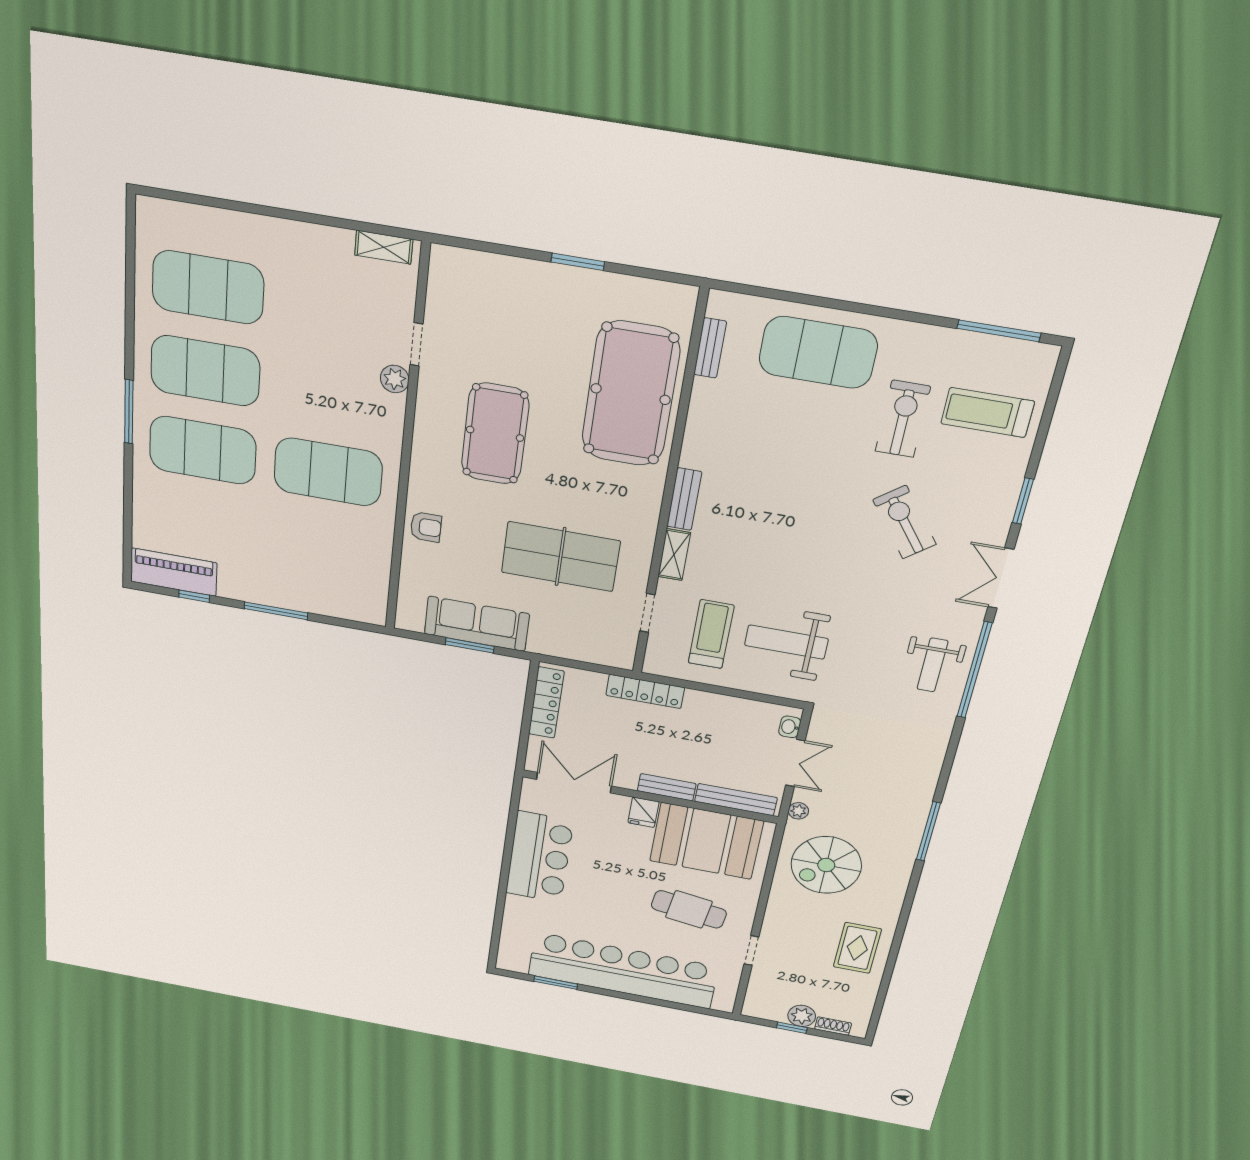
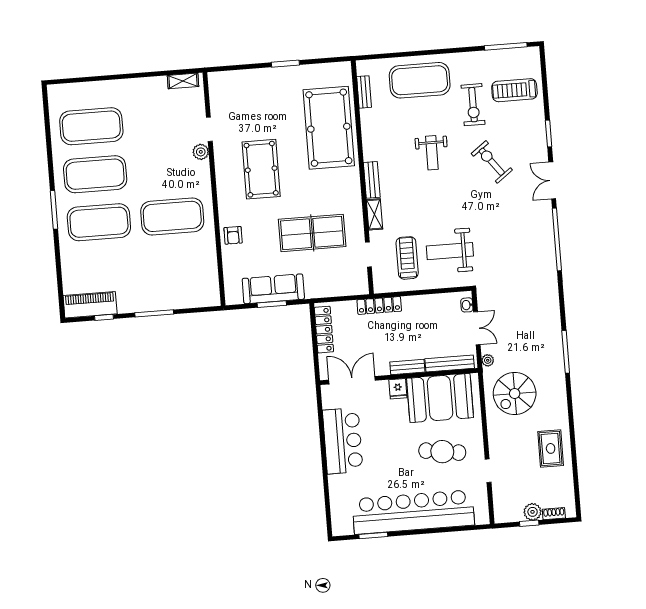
exercise bike: (903, 419) -> (473, 105), turned 180
armchair: (426, 527) -> (233, 235), turned 90
weight bench: (932, 665) -> (432, 153), moved

